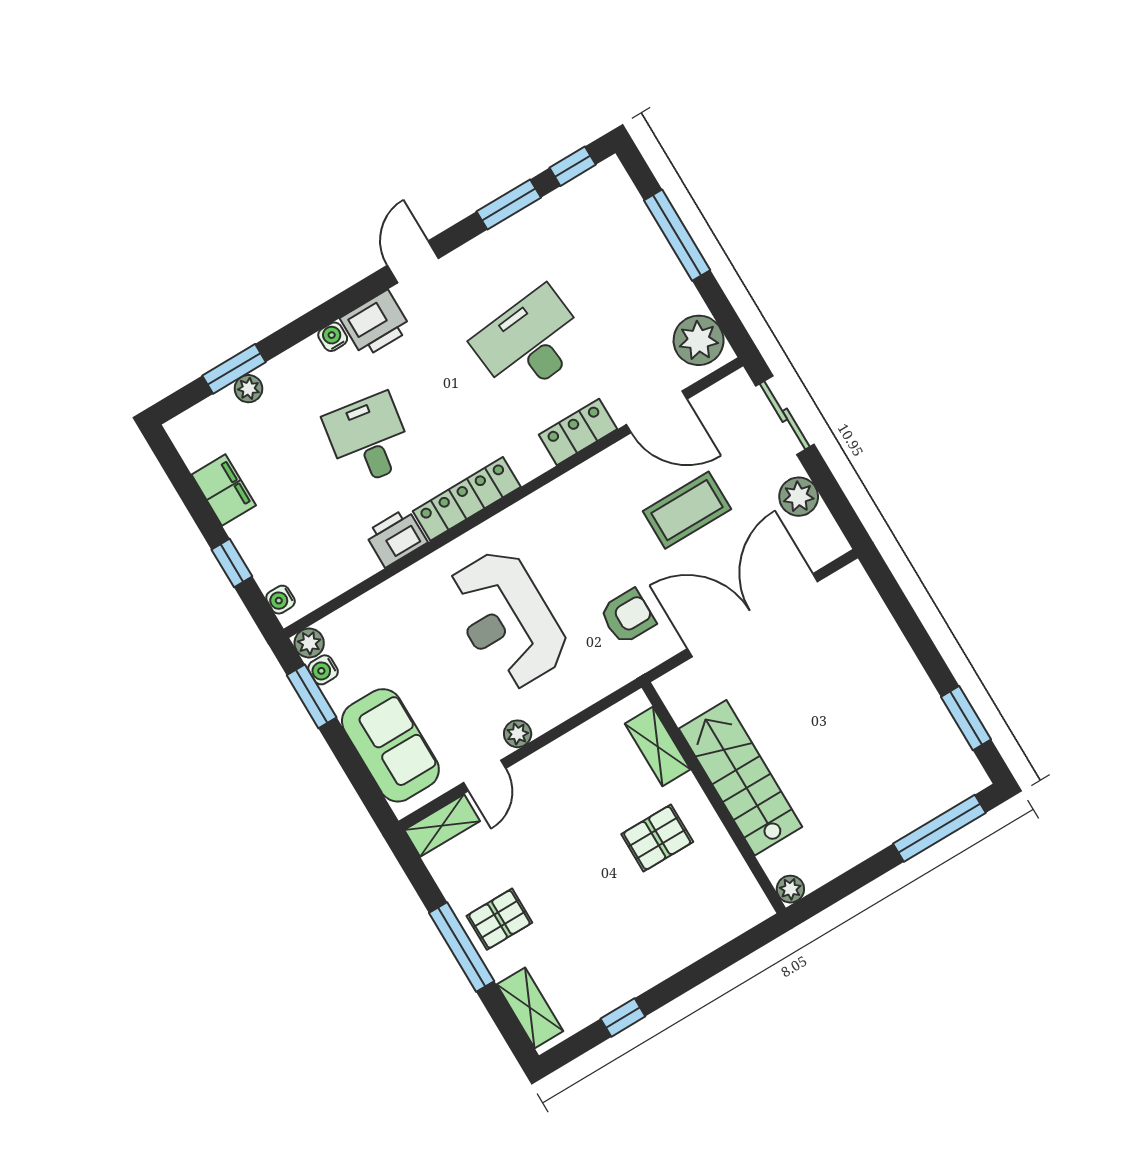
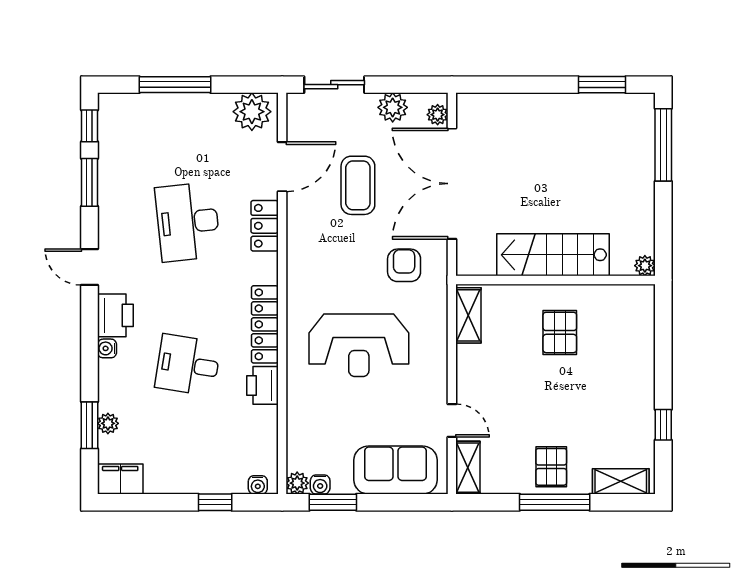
filing cabinet: (224, 490) -> (120, 479), moved
plant: (518, 734) -> (438, 115), moved
shelving: (658, 746) -> (468, 315), moved, turned 90

